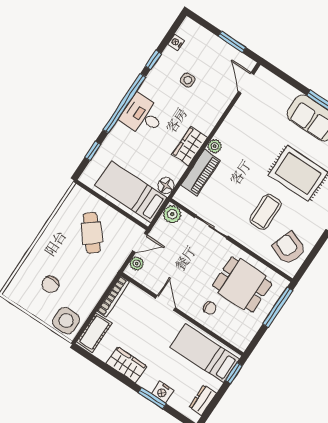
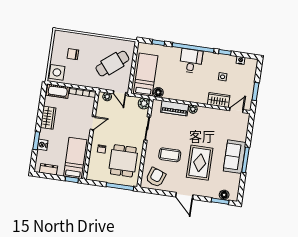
wardrobe: (190, 146) -> (219, 100), moved
cafe table: (92, 233) -> (112, 64), width x1.37, depth x1.35

